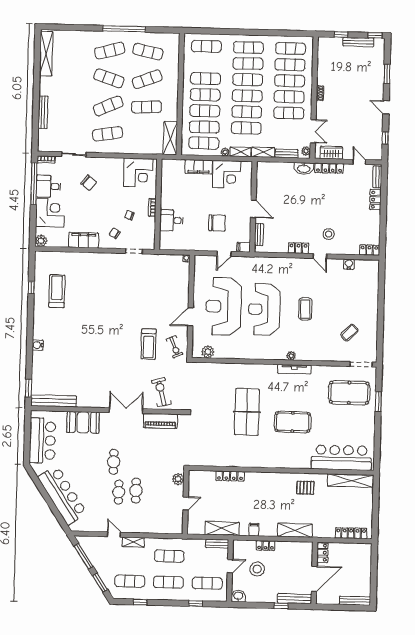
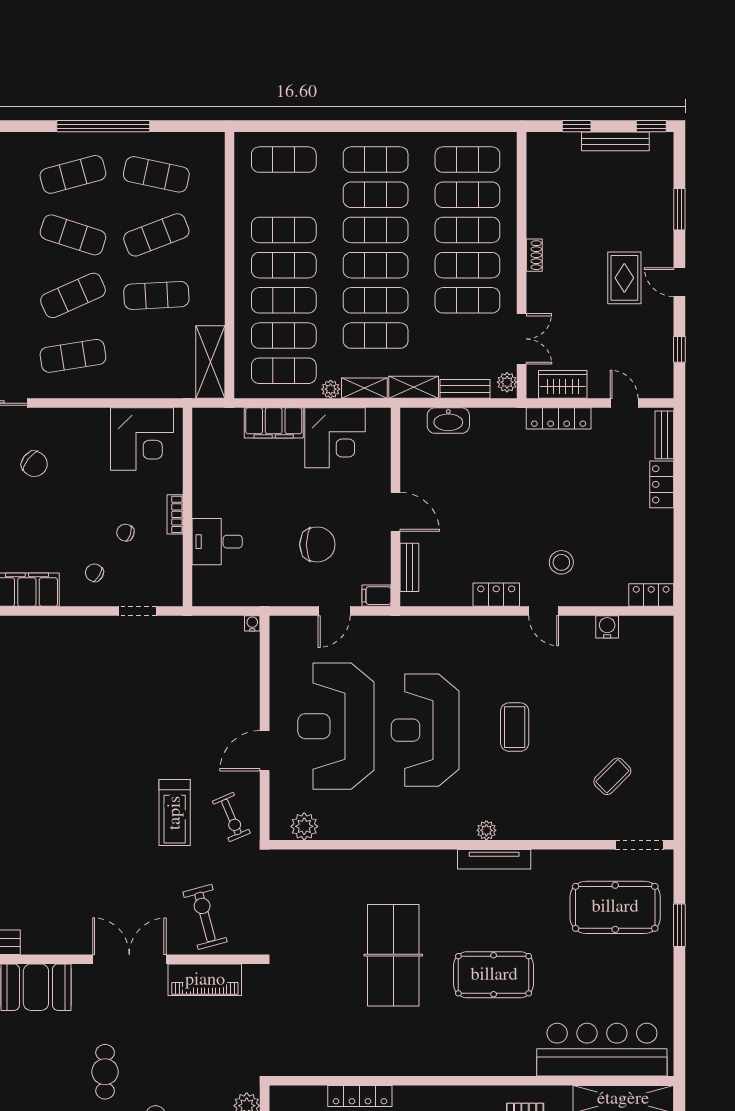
rug: (361, 105) -> (624, 278), added
washbasin: (304, 168) -> (448, 421), moved

